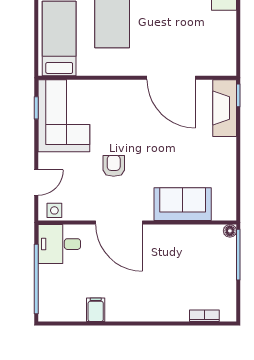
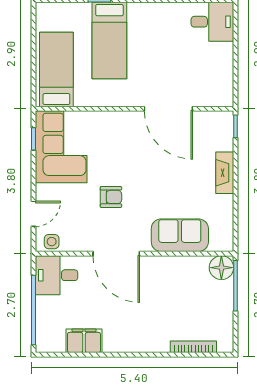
fireplace: (225, 108) -> (225, 173), moved, width x0.73, depth x0.76
armchair: (114, 166) -> (111, 197), turned 90
floor lamp: (230, 231) -> (221, 268), width x1.89, depth x1.89
filing cabinet: (96, 310) -> (84, 341), width x2.00
bookcase: (204, 316) -> (193, 347), width x1.56

